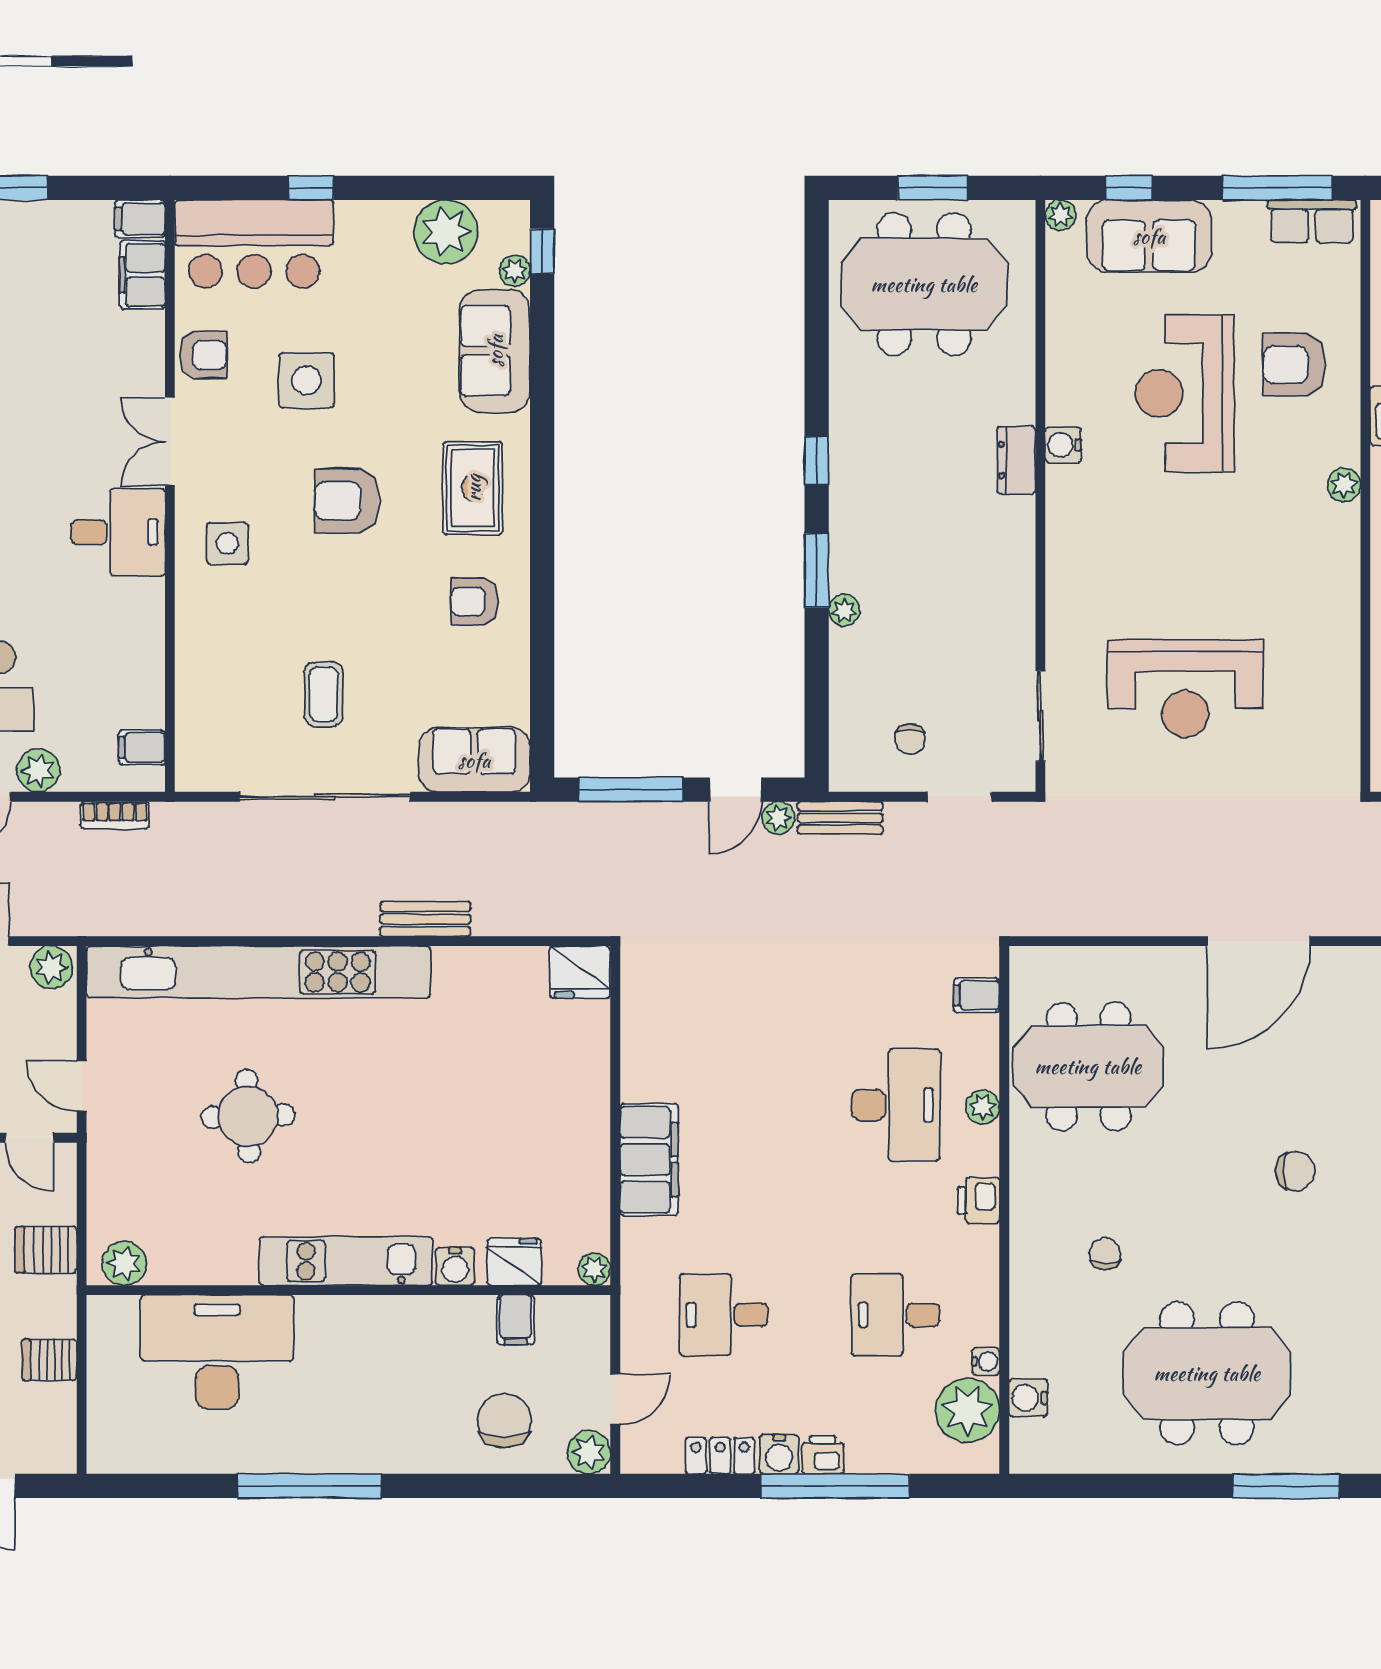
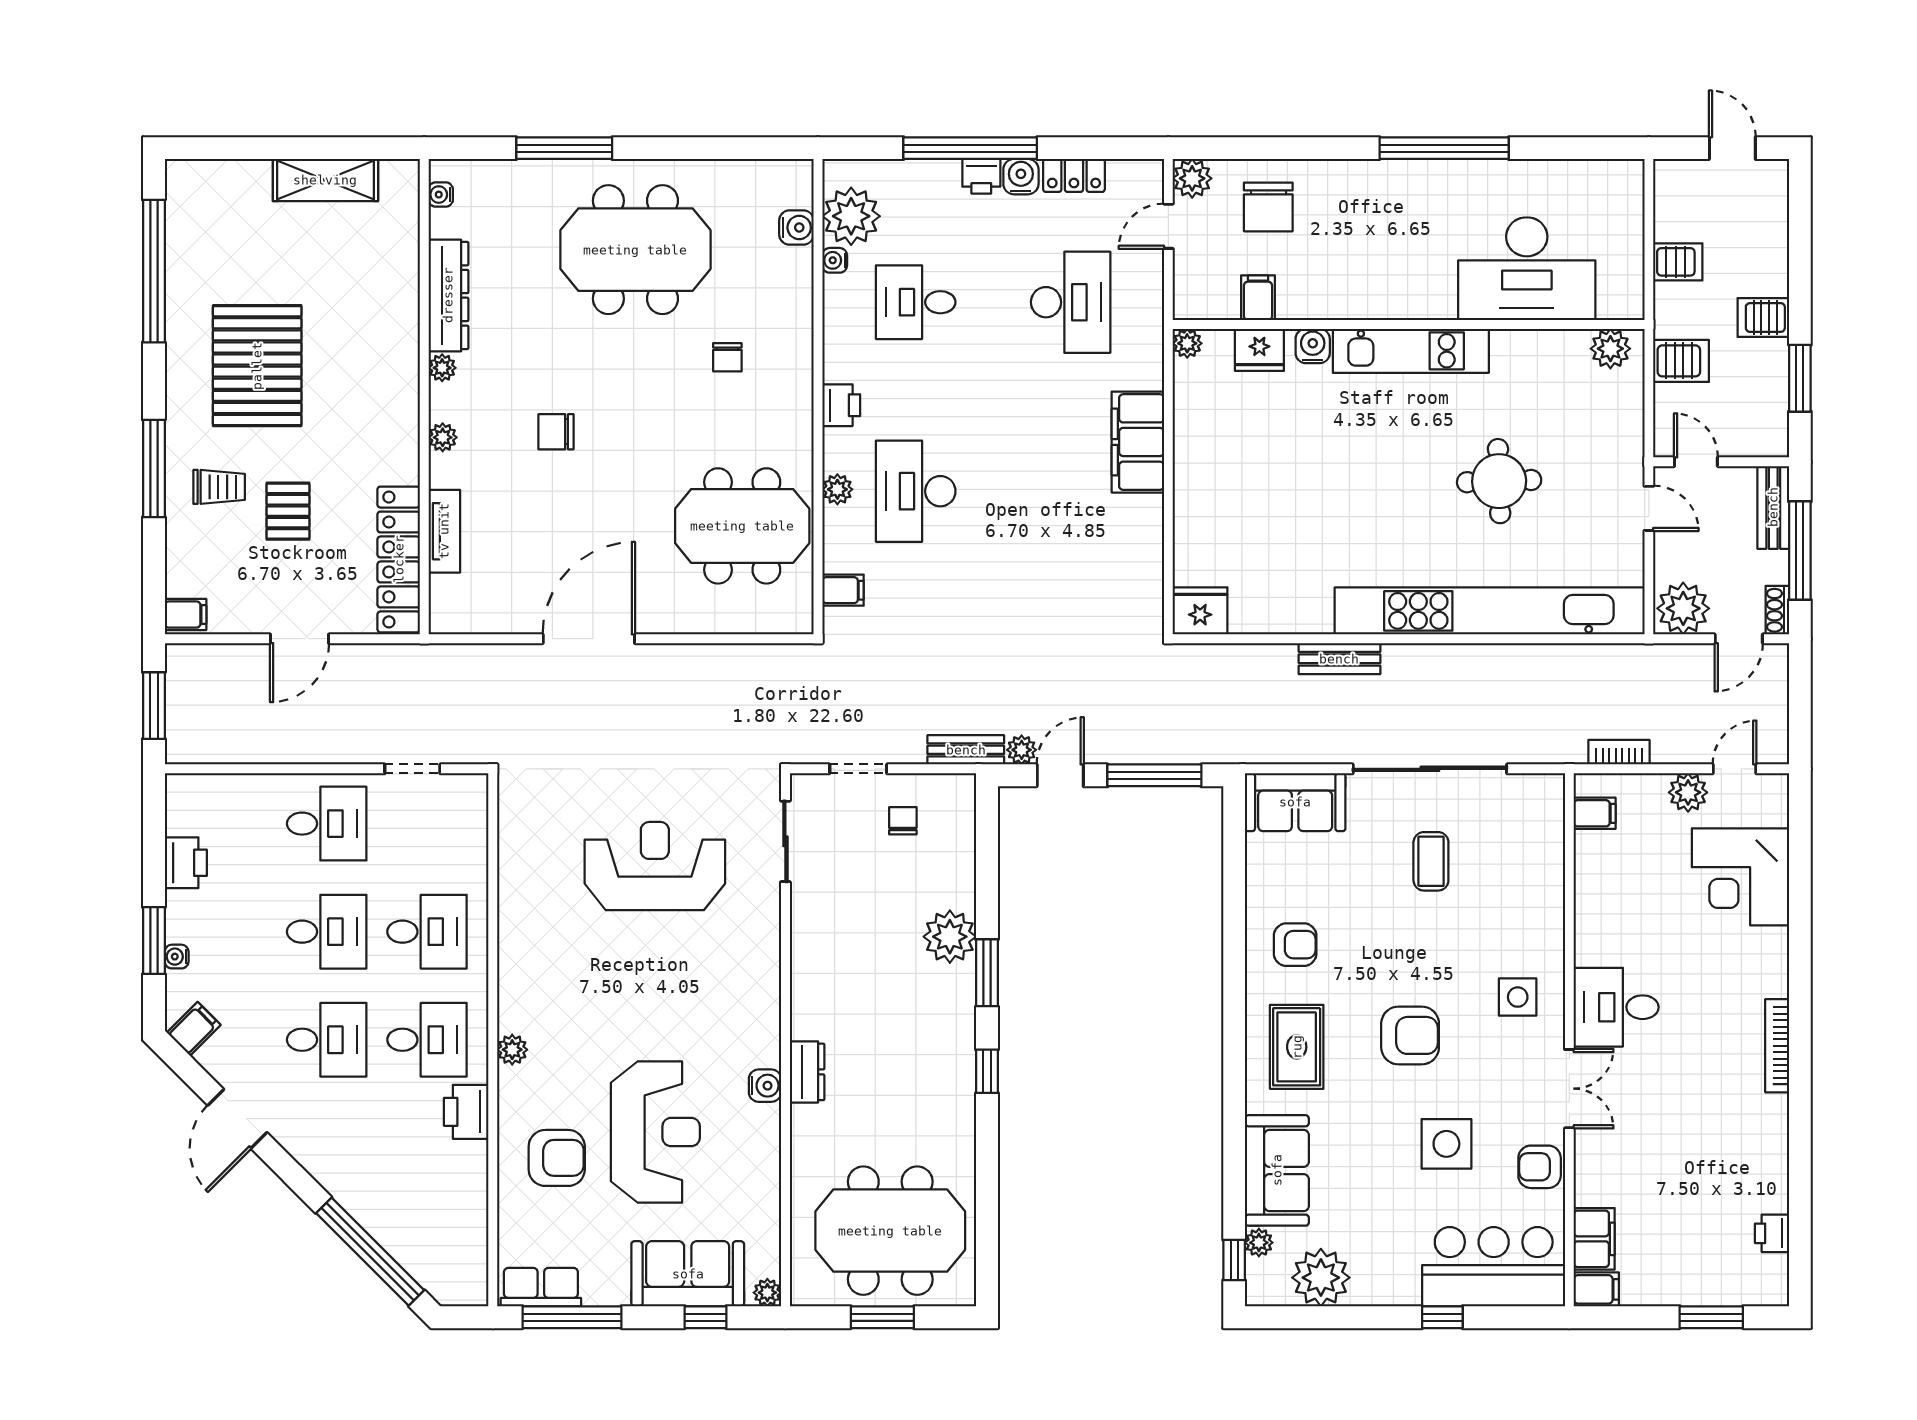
plant: (844, 610) -> (950, 937), width x1.88, depth x1.88
plant: (51, 967) -> (1683, 608), width x1.36, depth x1.36
desk: (724, 1315) -> (1071, 302), width x1.37
desk: (896, 1315) -> (916, 302), turned 180

